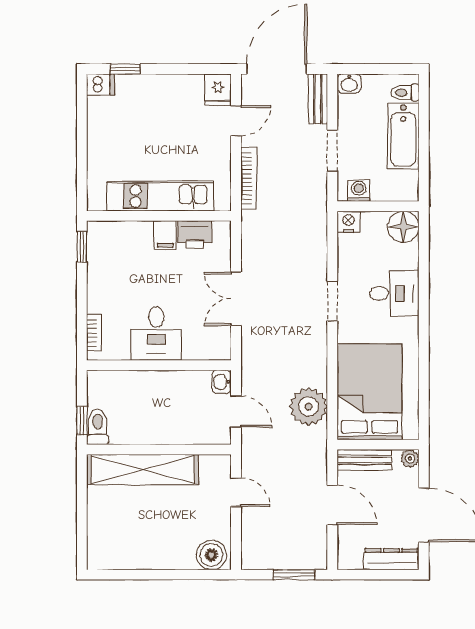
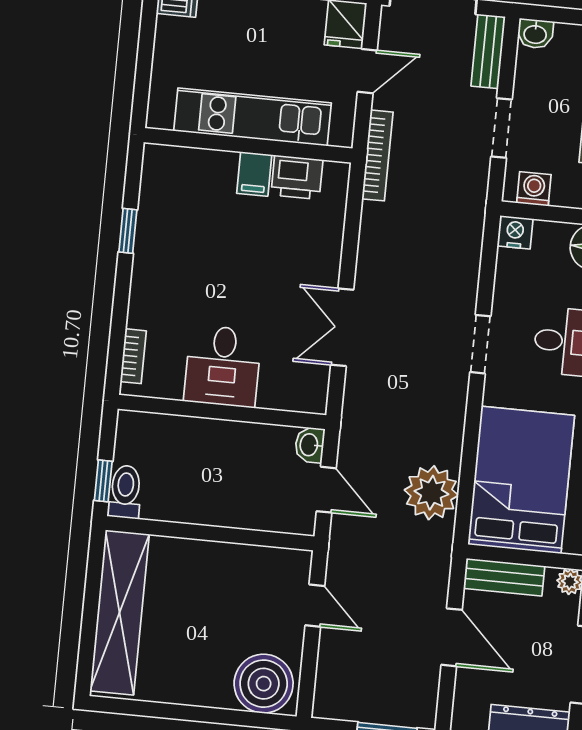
kitchen unit: (160, 196) -> (253, 117), moved
wall: (159, 216) -> (248, 145), moved
filing cabinet: (165, 235) -> (254, 174), moved
printer: (195, 235) -> (297, 177), moved
shelving: (143, 470) -> (120, 613), moved, turned 90
boiler: (211, 555) -> (264, 684), width x1.37, depth x1.37

